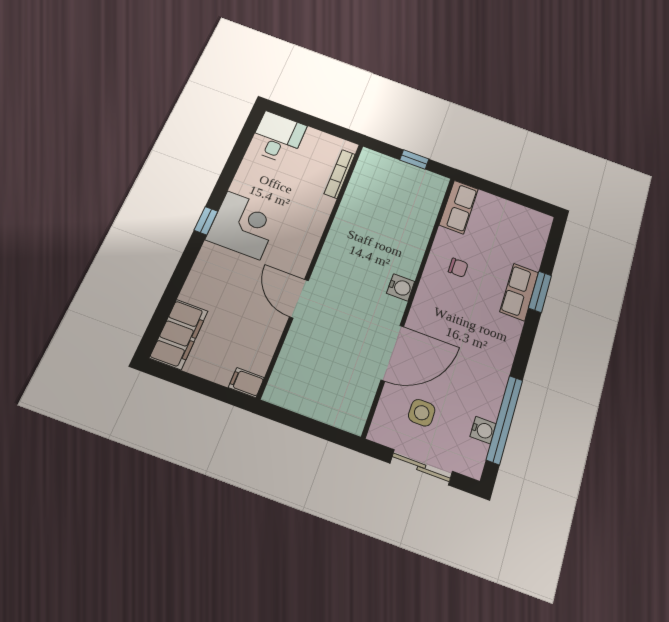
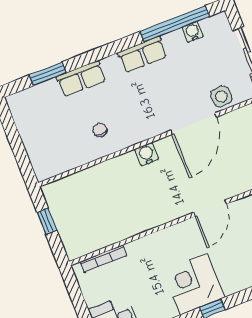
row of seats: (459, 207) -> (142, 55), moved, turned 180
window: (540, 292) -> (48, 74), moved
door: (392, 353) -> (193, 124), swing flipped
side table: (422, 413) -> (221, 96), moved

